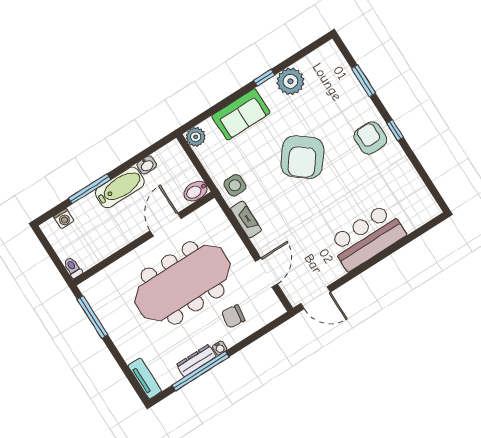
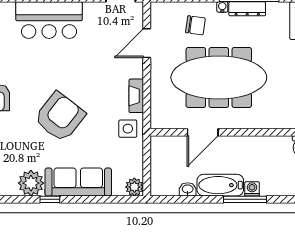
sofa: (241, 114) -> (78, 182), width x1.36
bidet: (196, 191) -> (162, 144), removed
washing machine: (64, 219) -> (252, 189), moved

